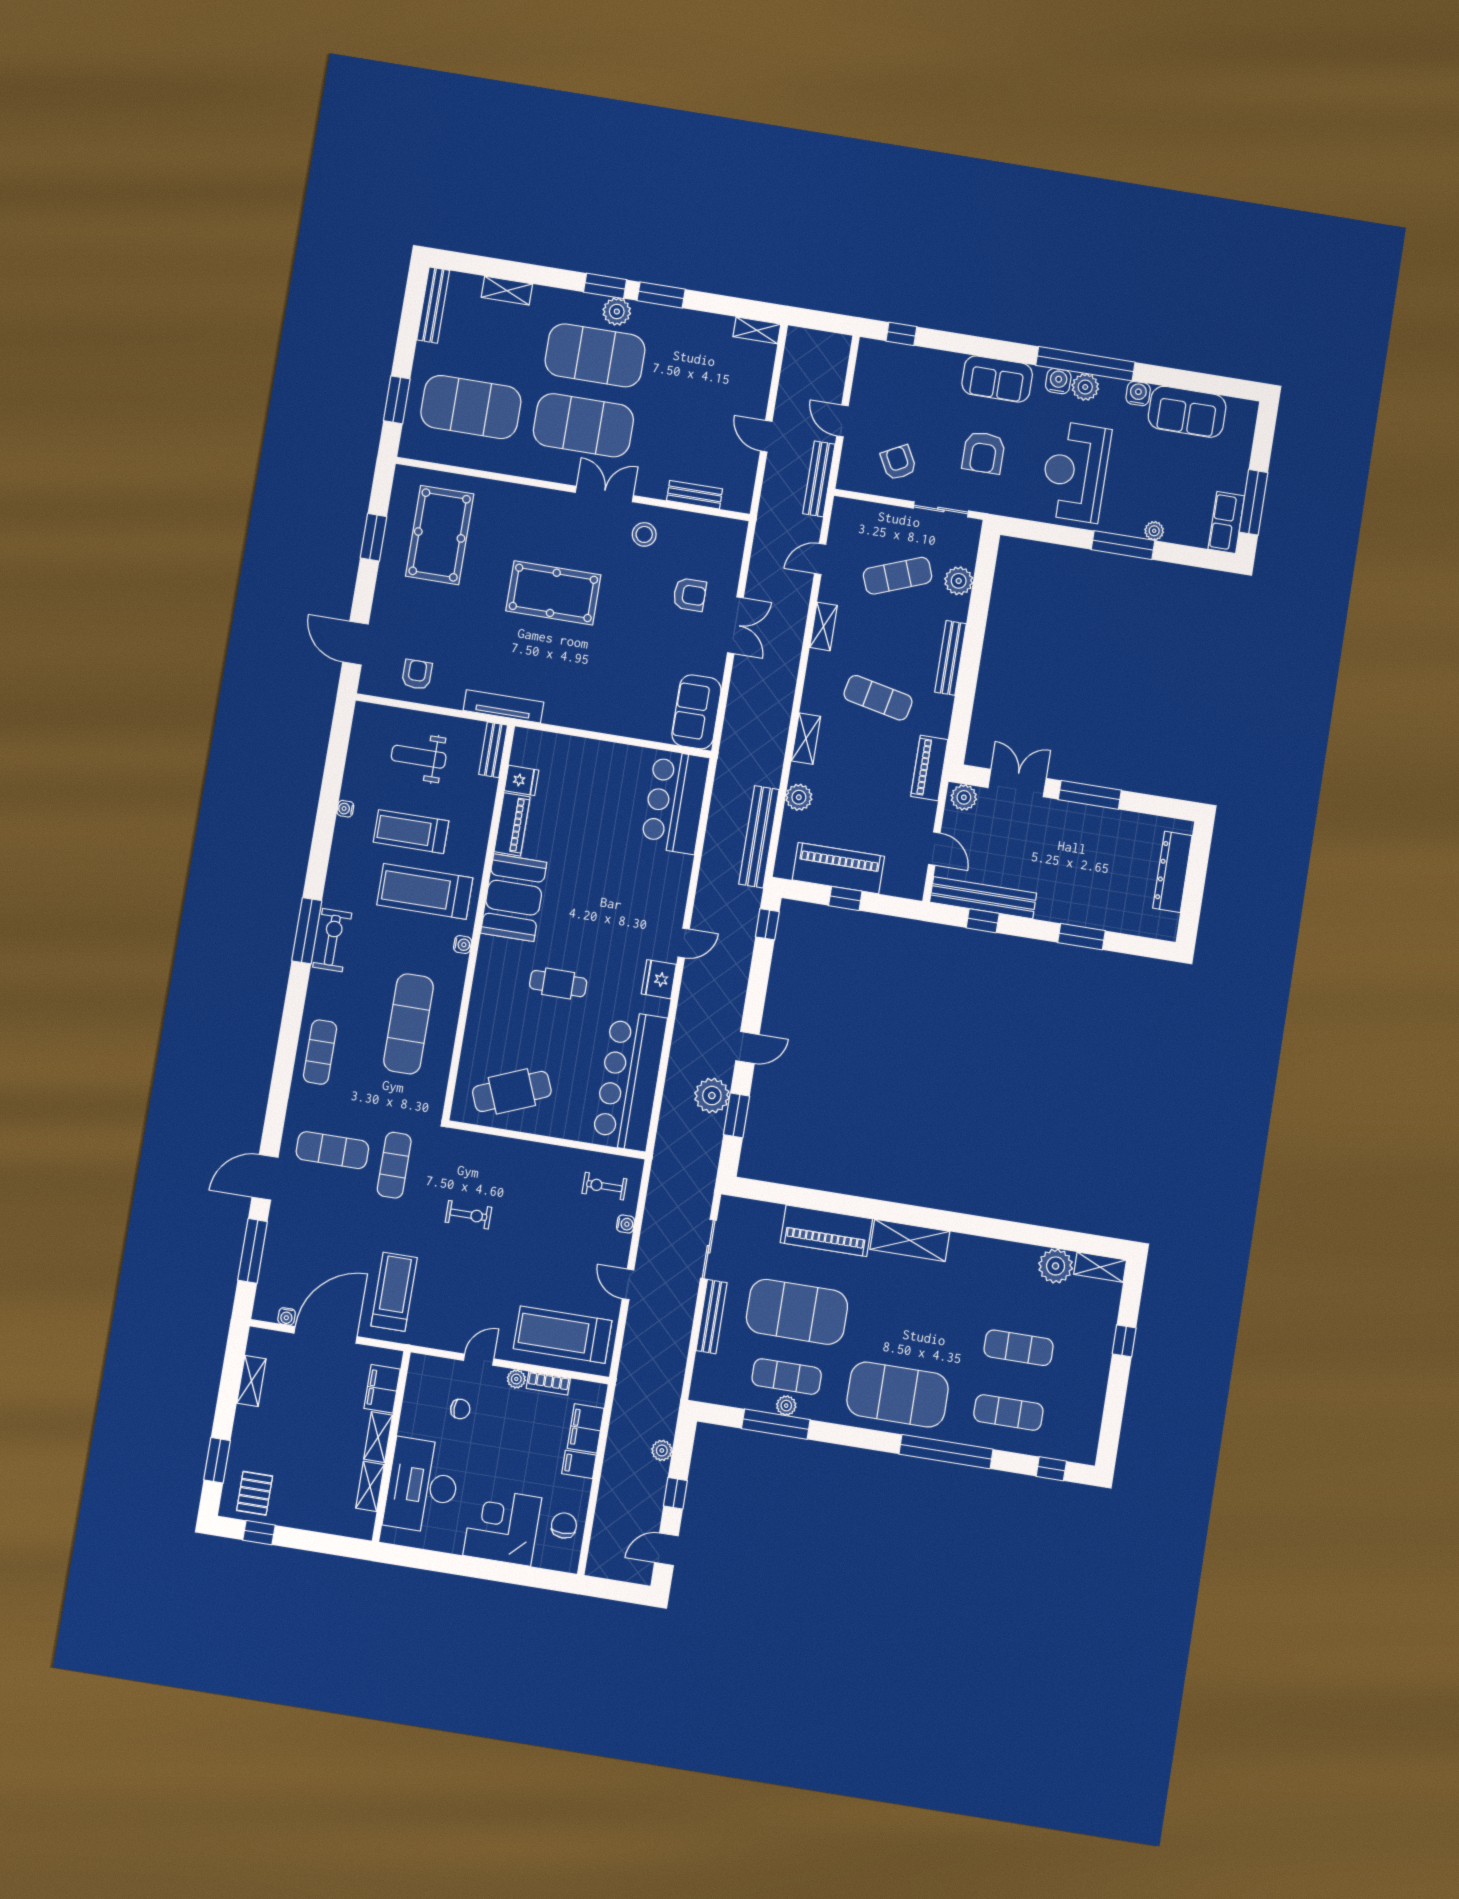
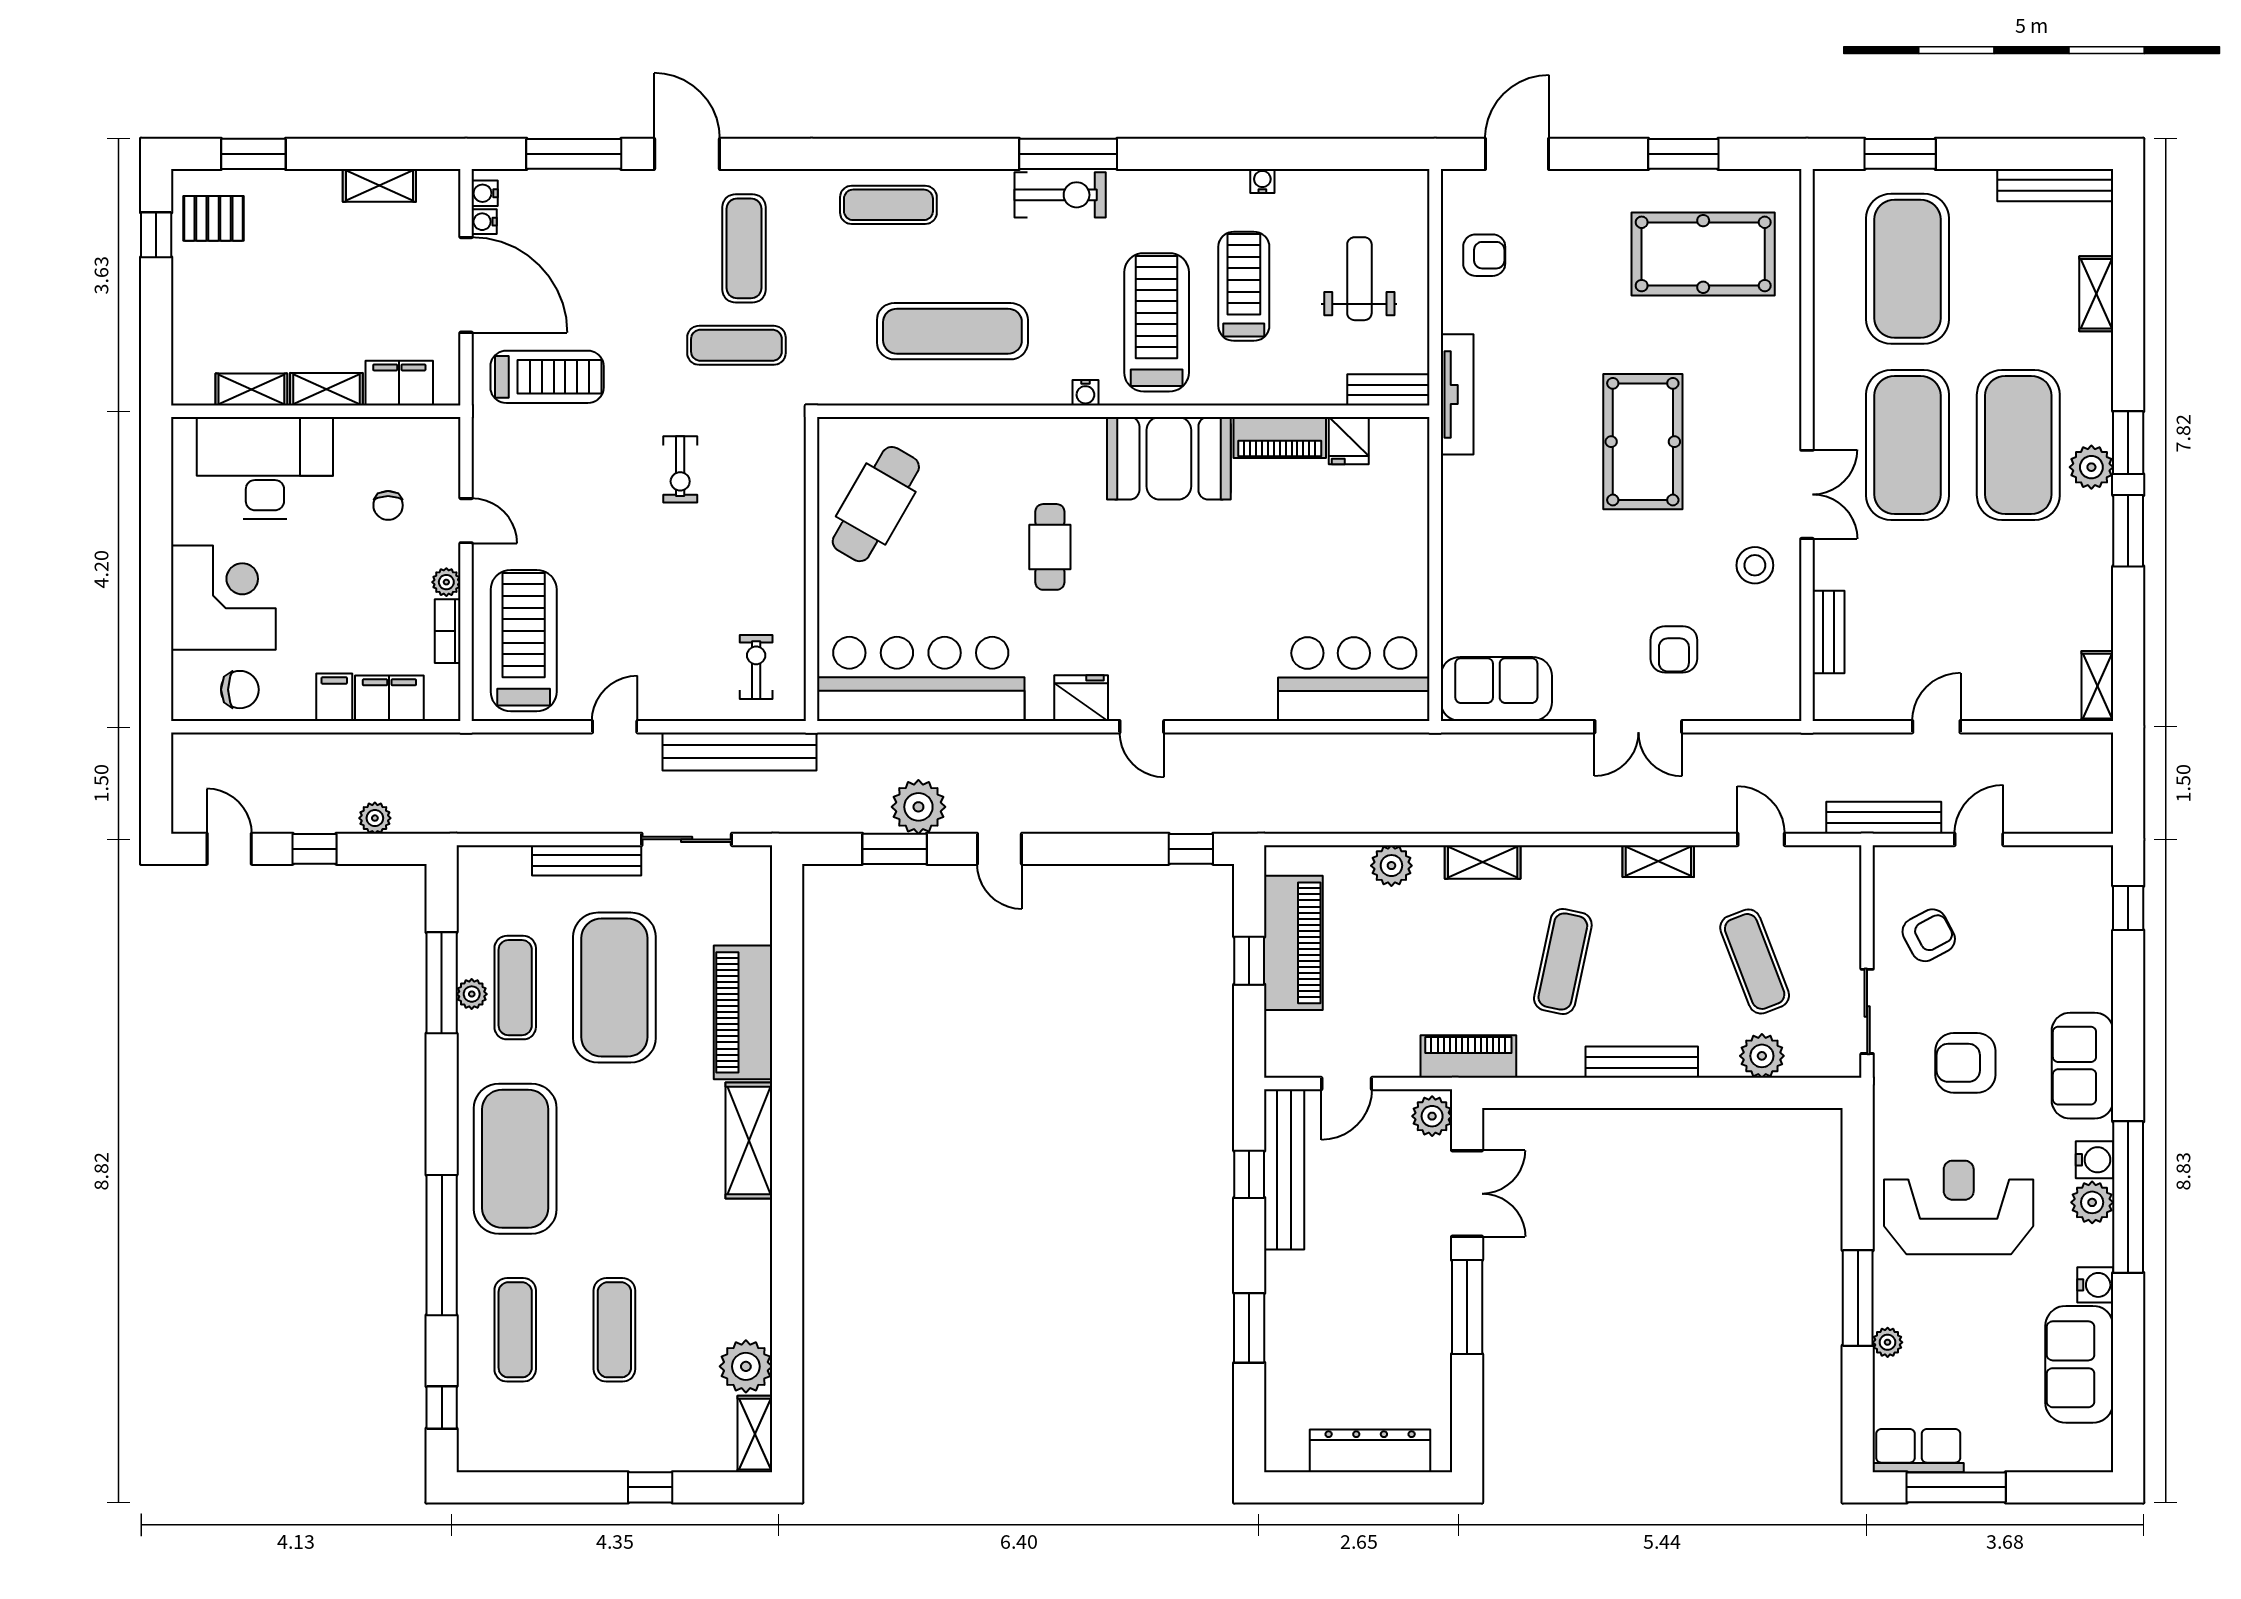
bench: (759, 837) -> (740, 751), moved
cafe table: (512, 1091) -> (876, 504), turned 52
water cooler: (626, 1224) -> (485, 193), moved, turned 90

